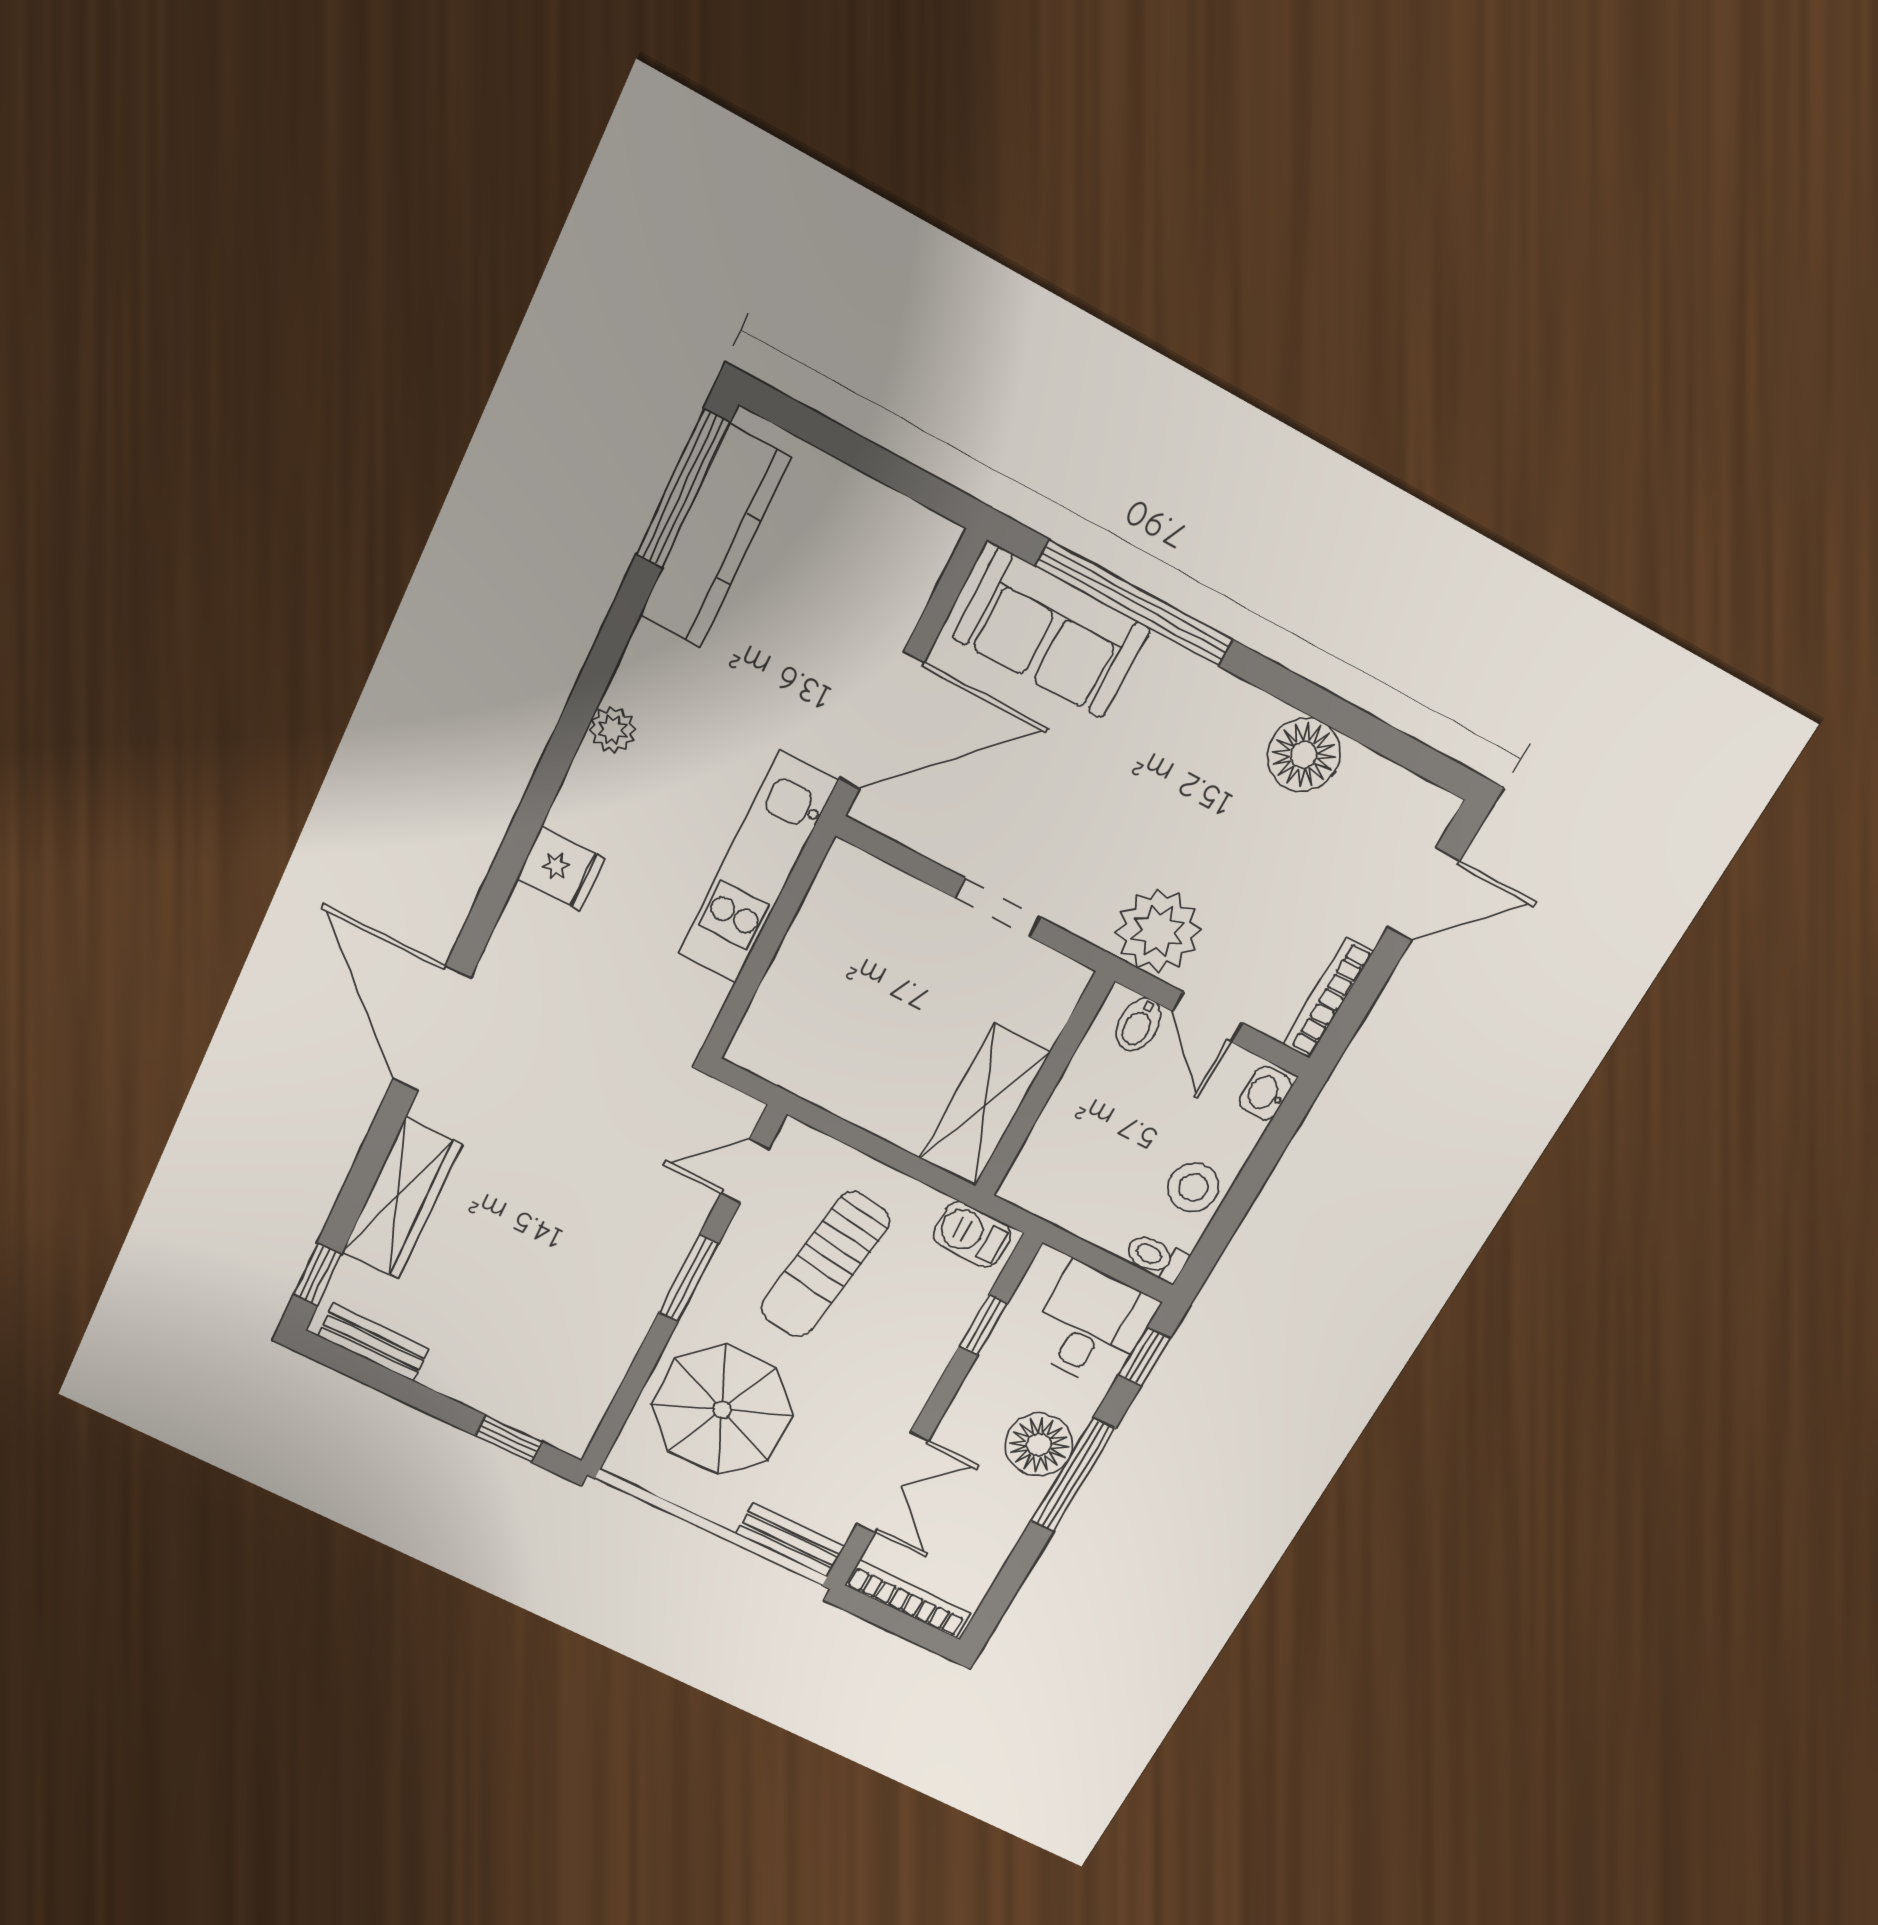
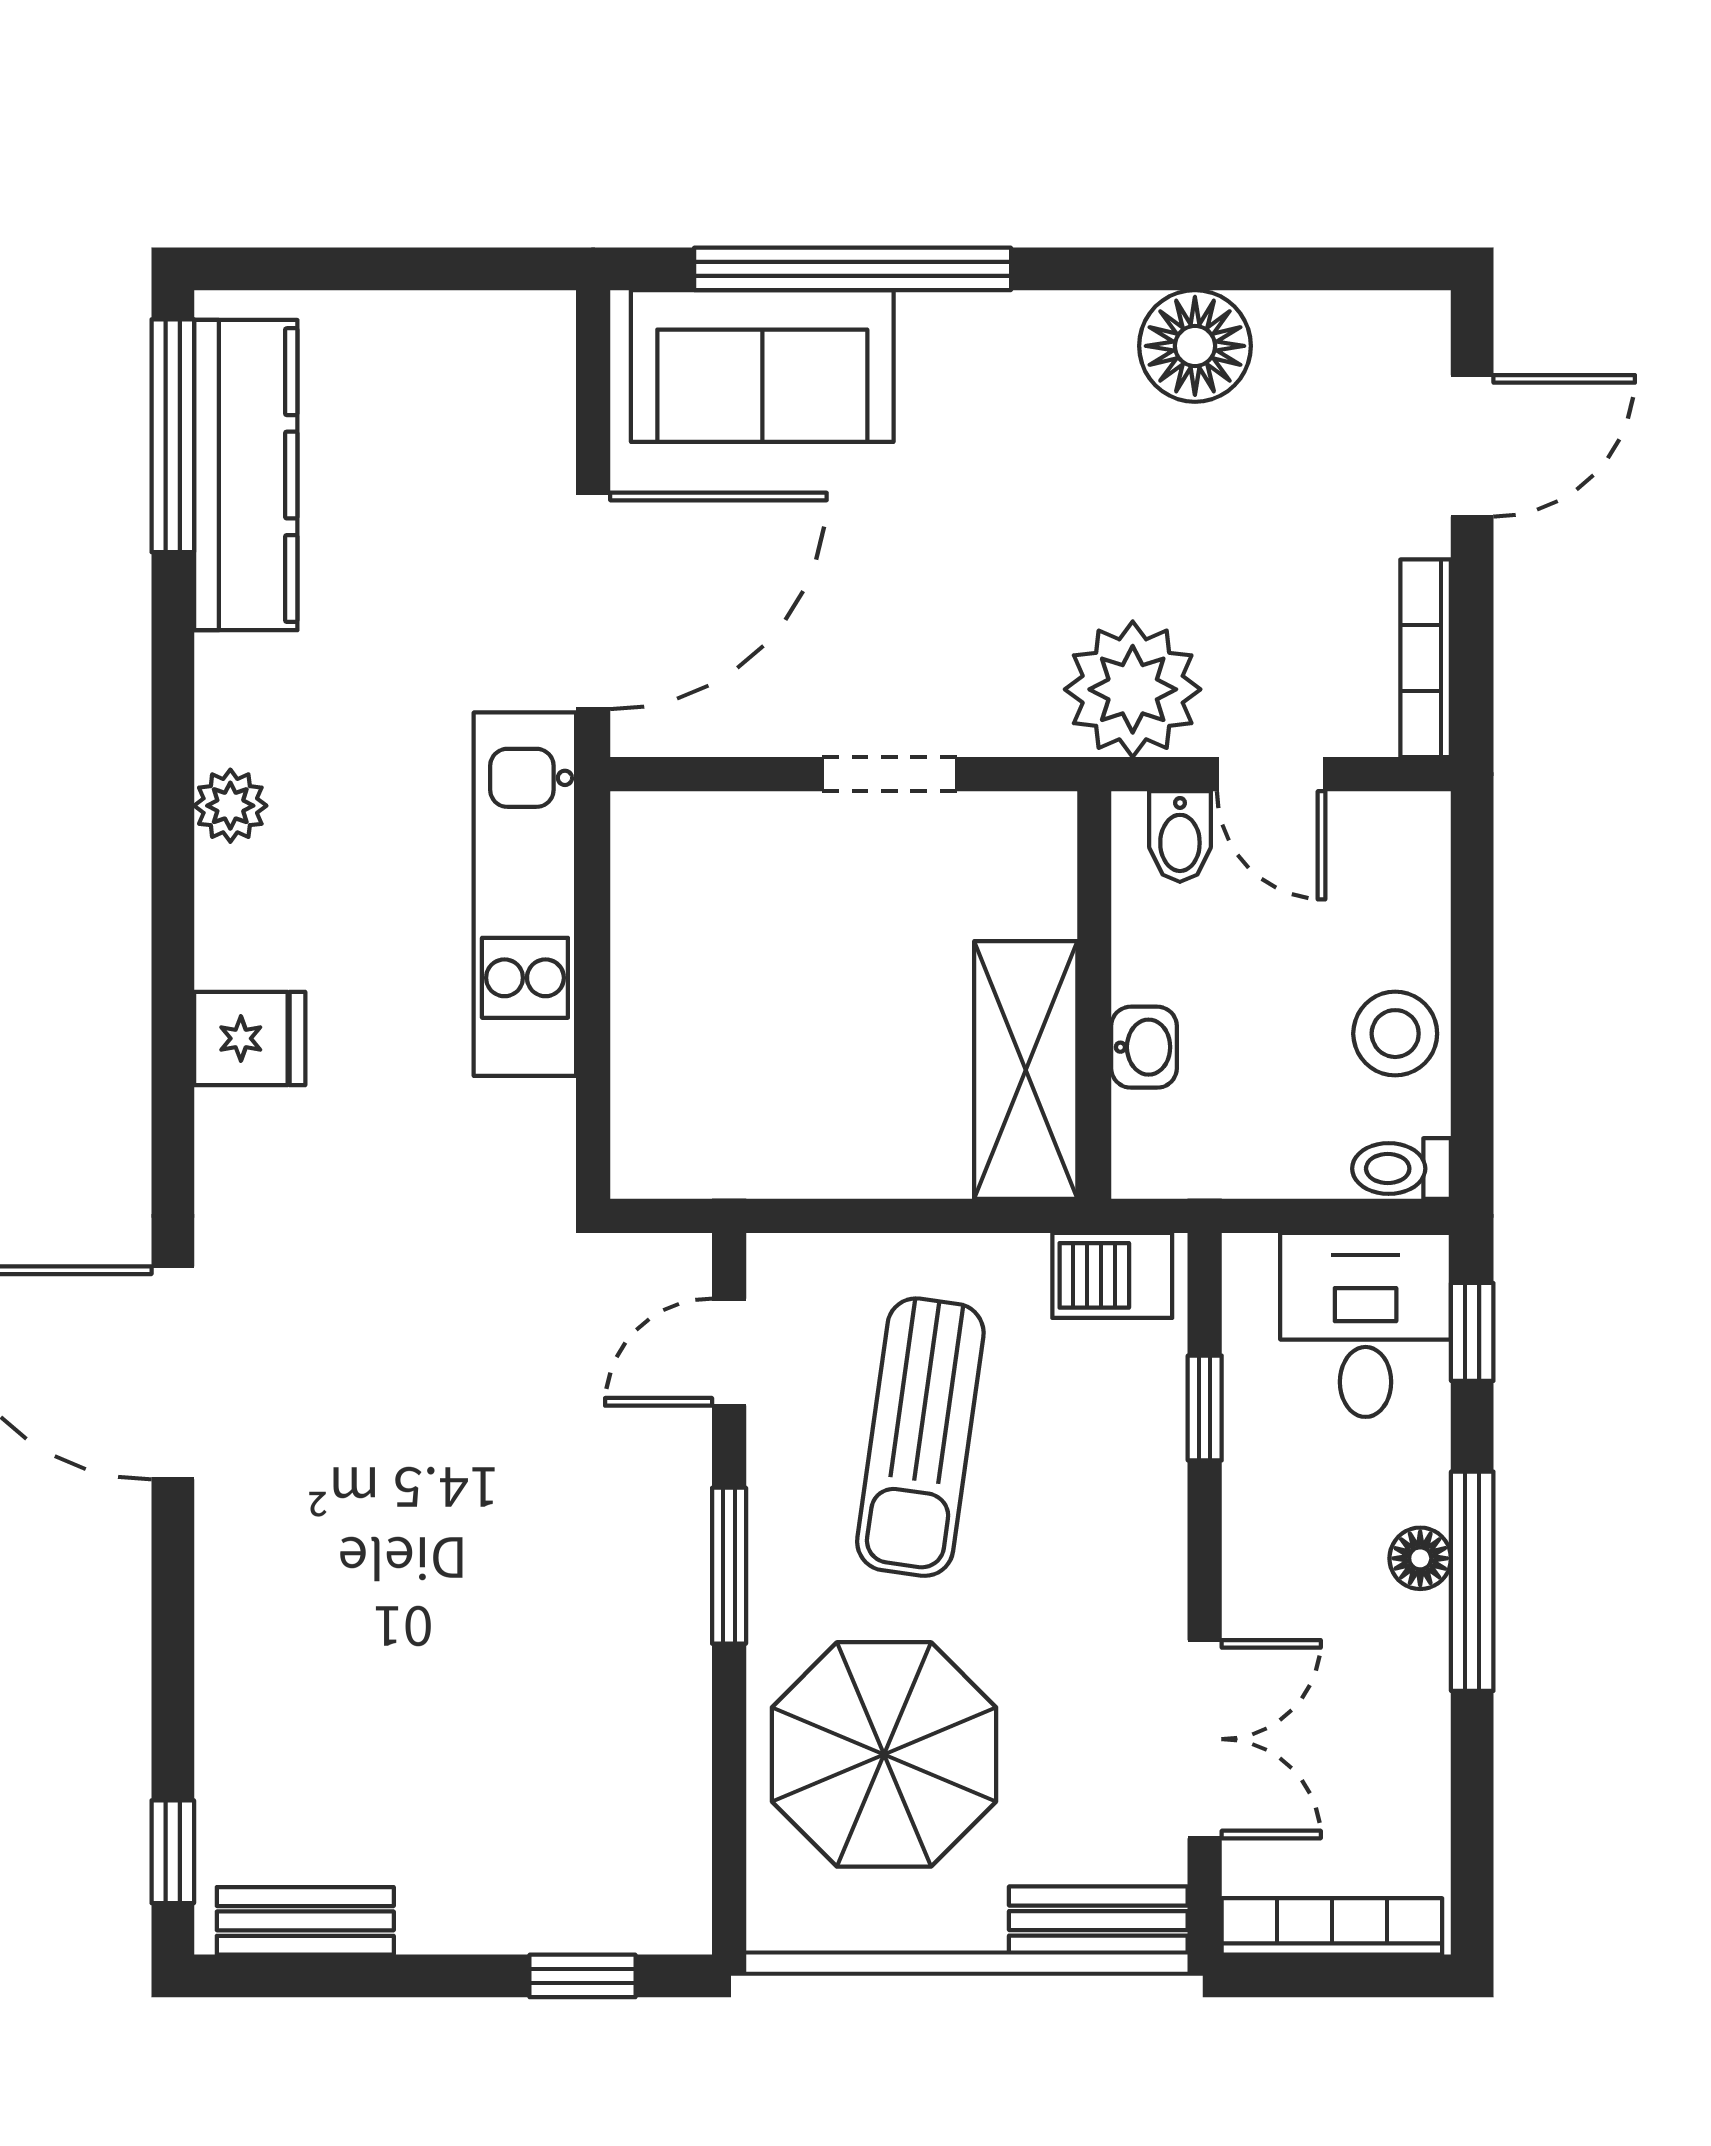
washbasin: (1265, 1093) -> (1144, 1047), moved, turned 180
wardrobe: (402, 1198) -> (246, 1661), removed
floor lamp: (1039, 1445) -> (1420, 1558), width x0.53, depth x0.53

